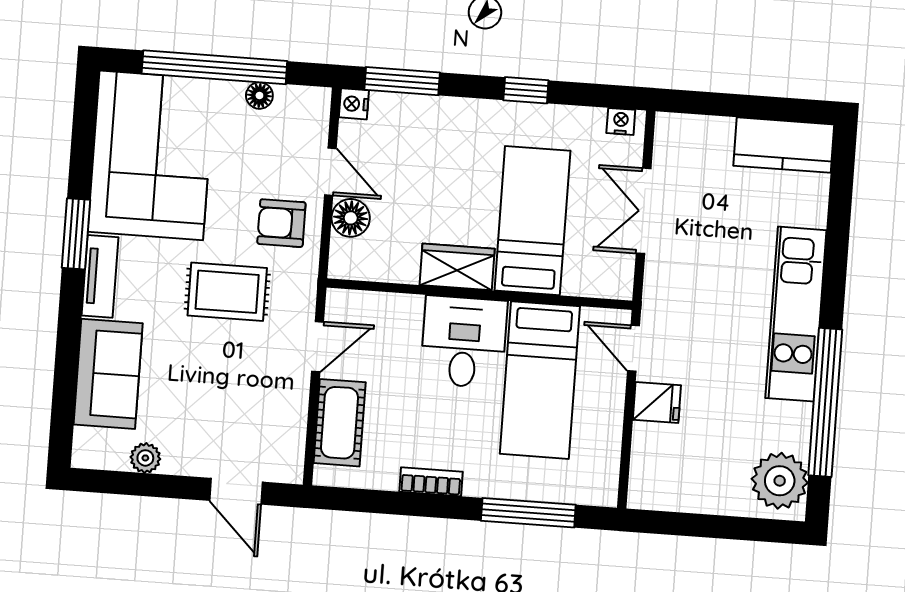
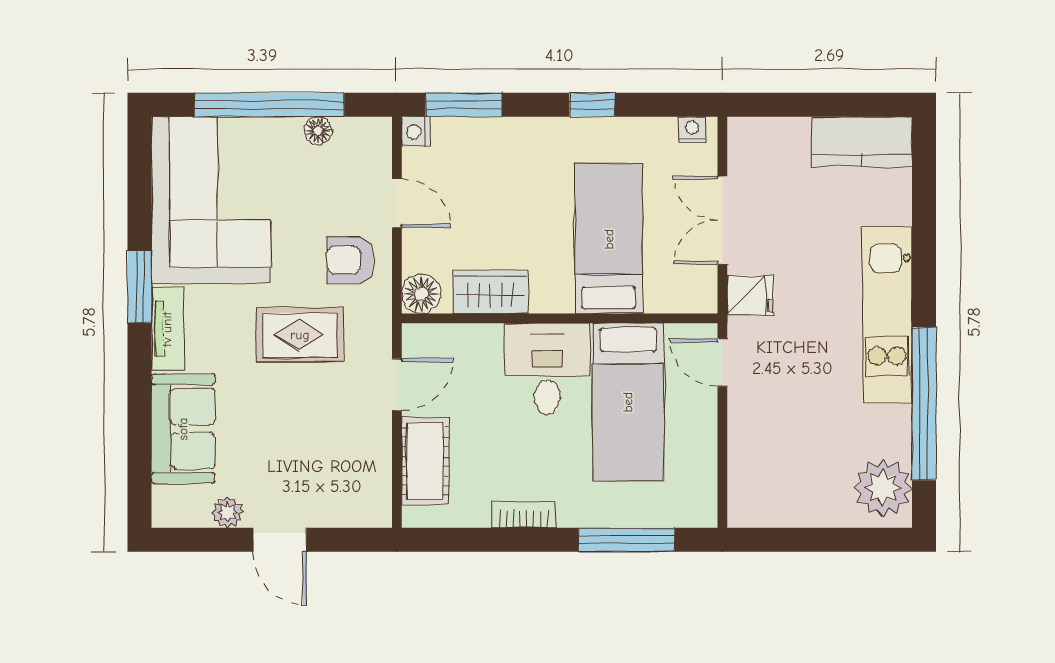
floor lamp: (351, 218) -> (421, 294), moved
wardrobe: (457, 267) -> (491, 292), moved
fridge: (657, 403) -> (751, 295), moved
door: (236, 491) -> (280, 540), moved

